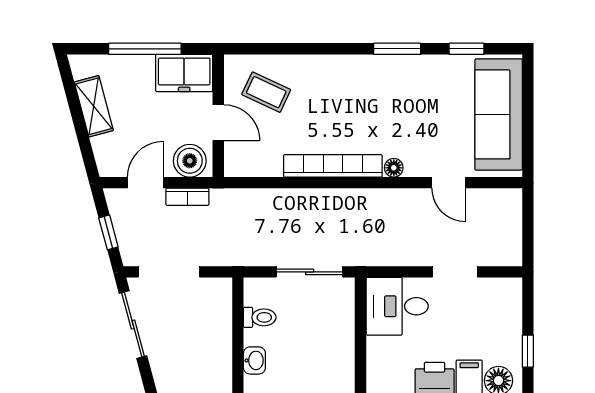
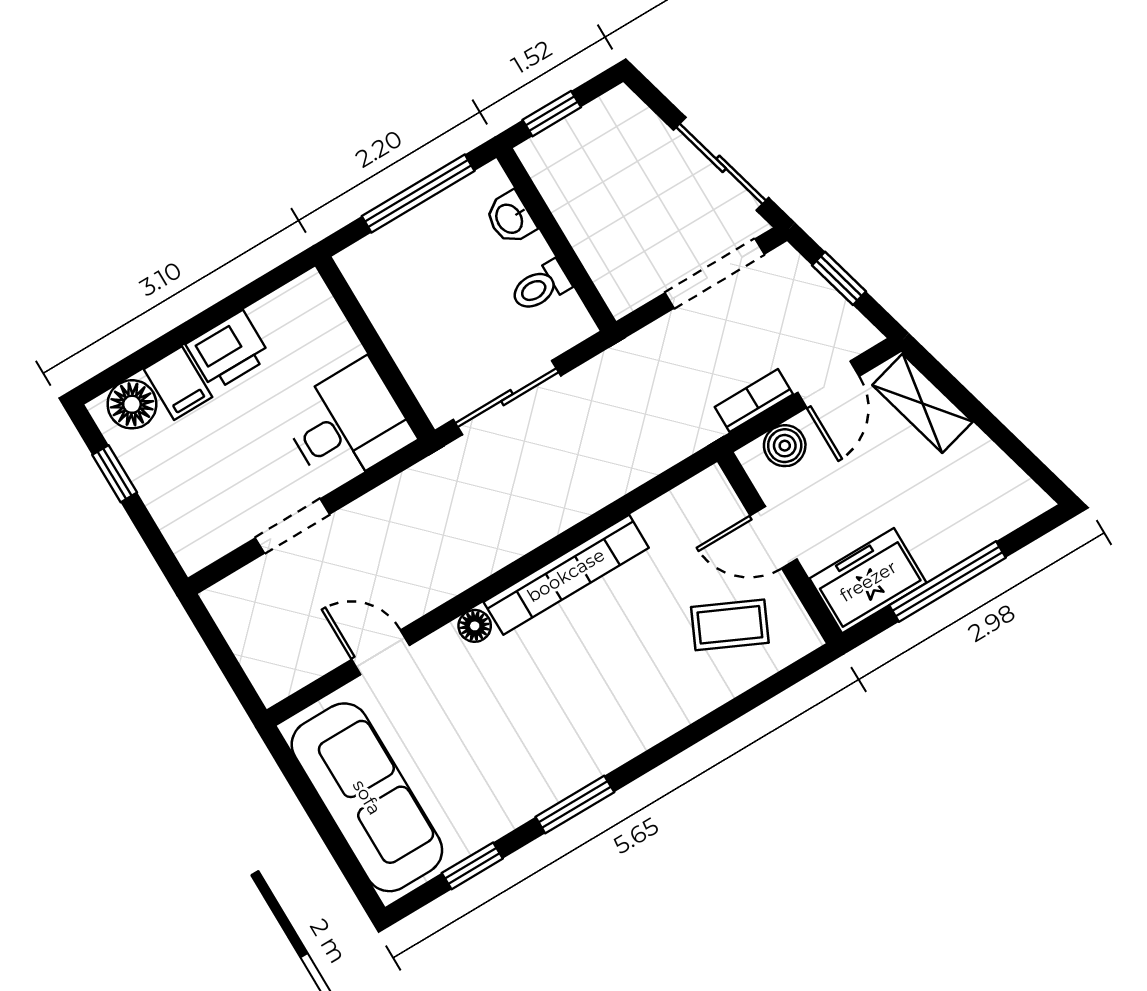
shelving: (94, 106) -> (922, 403), moved
boiler: (190, 161) -> (785, 446), width x0.73, depth x0.73

